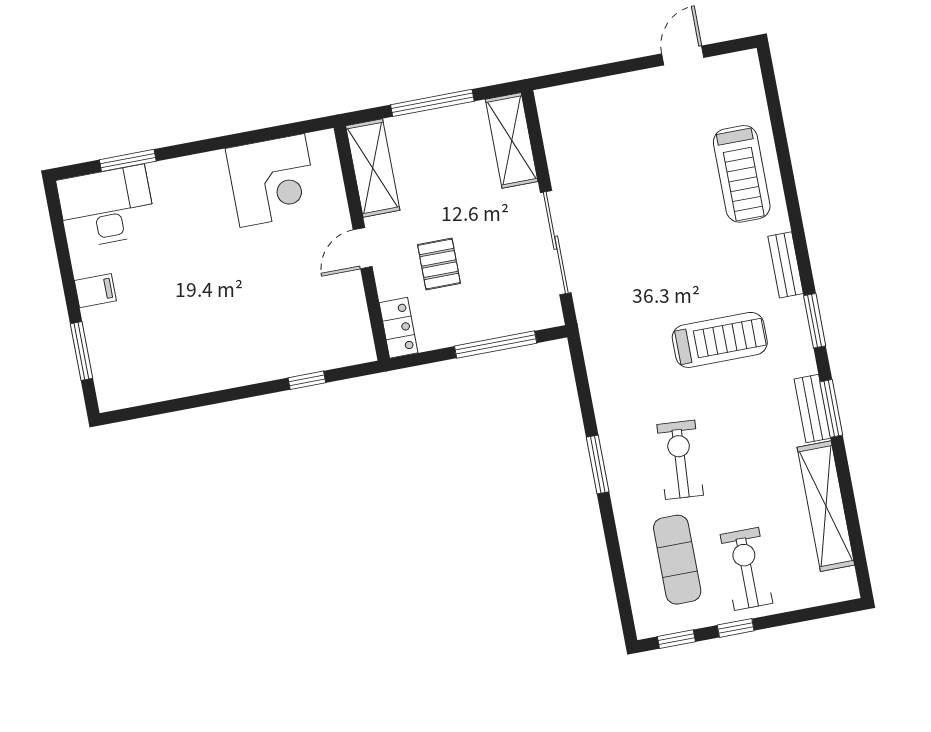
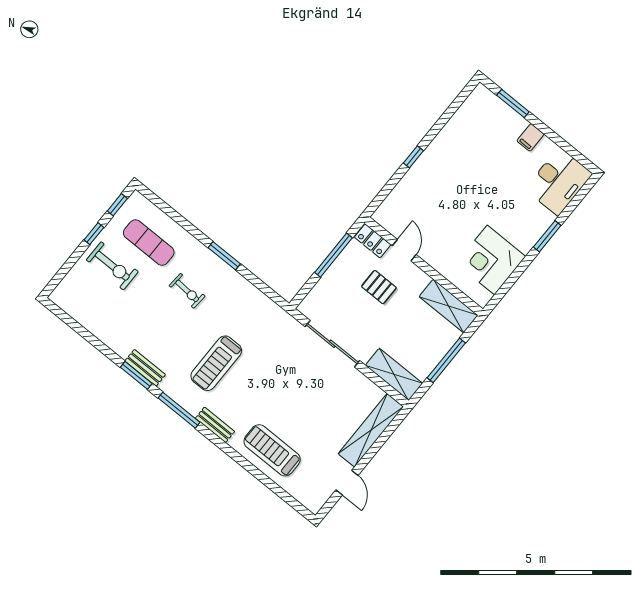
window: (128, 160) -> (547, 236), moved
door: (363, 248) -> (404, 250), moved
window: (815, 321) -> (179, 410), width x1.44
window: (496, 345) -> (334, 255), moved
window: (307, 380) -> (413, 157), moved
exercise bike: (680, 460) -> (187, 291), width x0.73, depth x0.72
shelving: (826, 506) -> (371, 430), moved, turned 90

